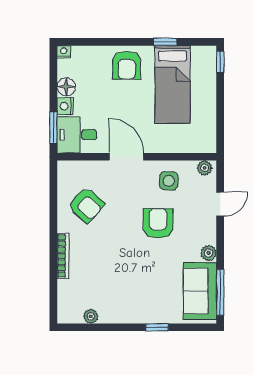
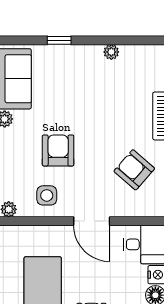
armchair: (158, 223) -> (58, 150), turned 180
plant: (91, 316) -> (111, 52), moved

